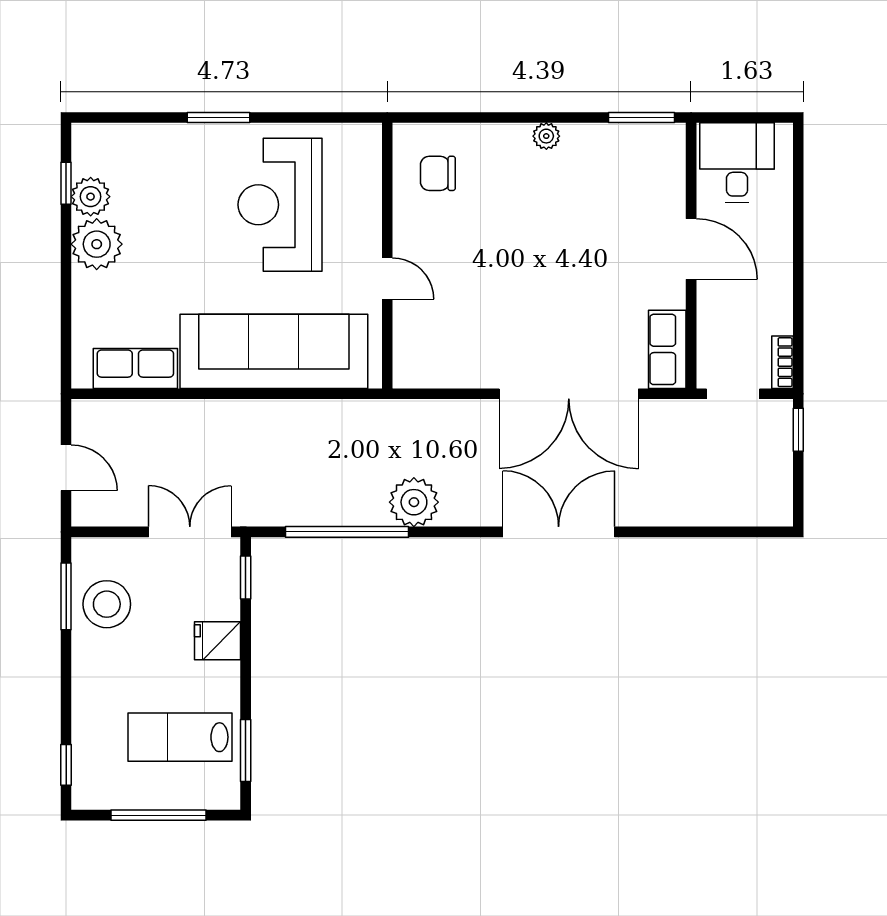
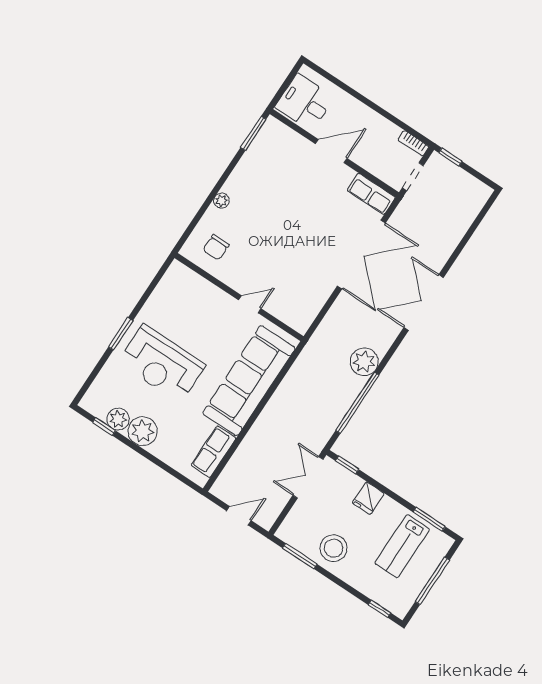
plant: (546, 136) -> (221, 201), moved
reception desk: (280, 205) -> (162, 364), moved
stool: (107, 604) -> (334, 548), moved

